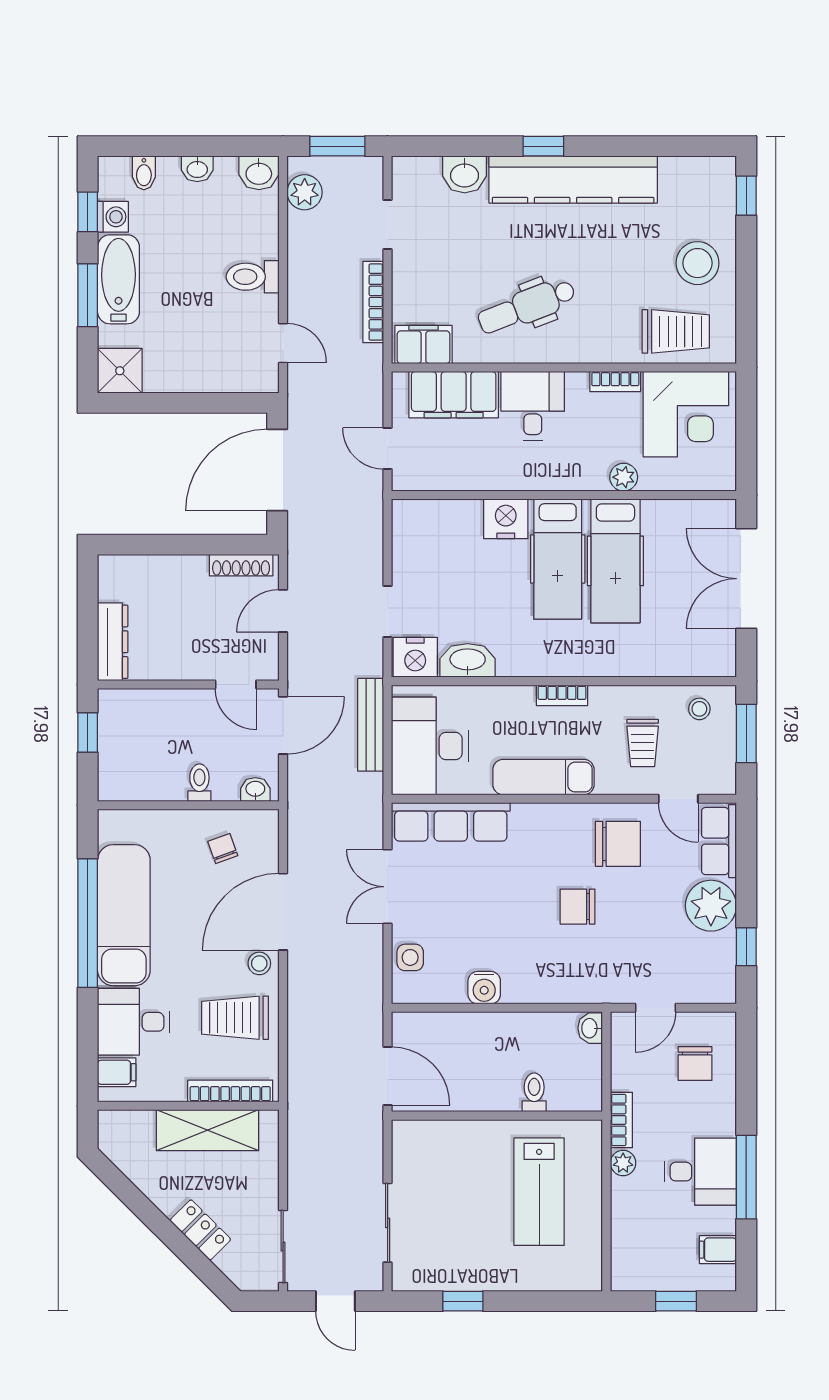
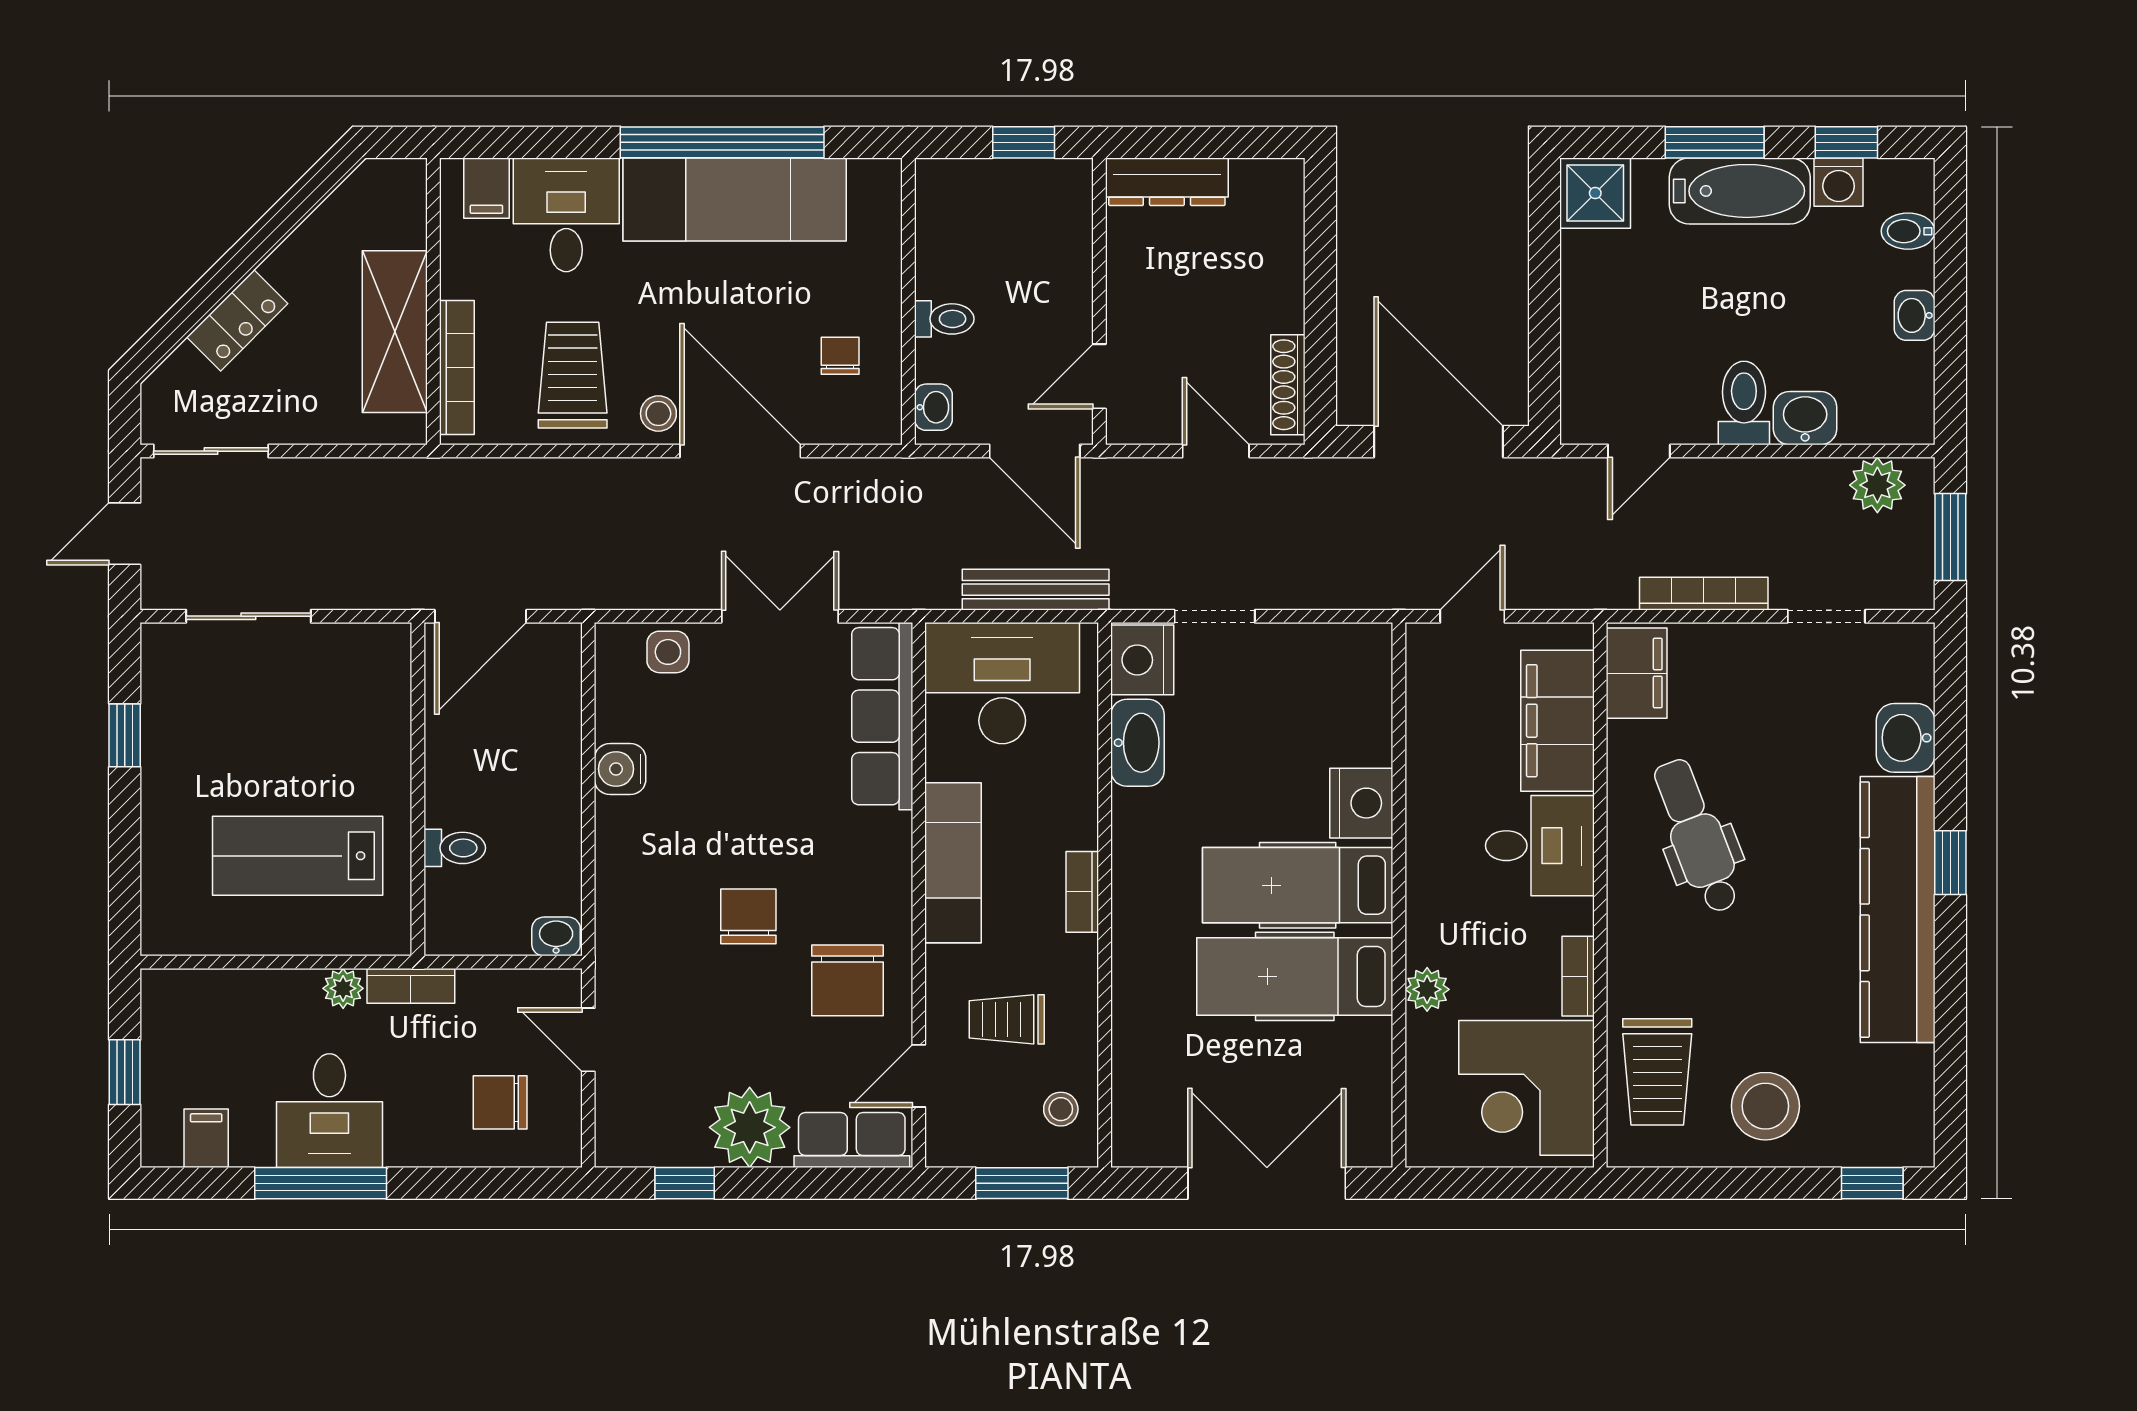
washbasin: (259, 173) -> (1805, 418), moved, turned 90
chair: (223, 848) -> (840, 356), turned -70

